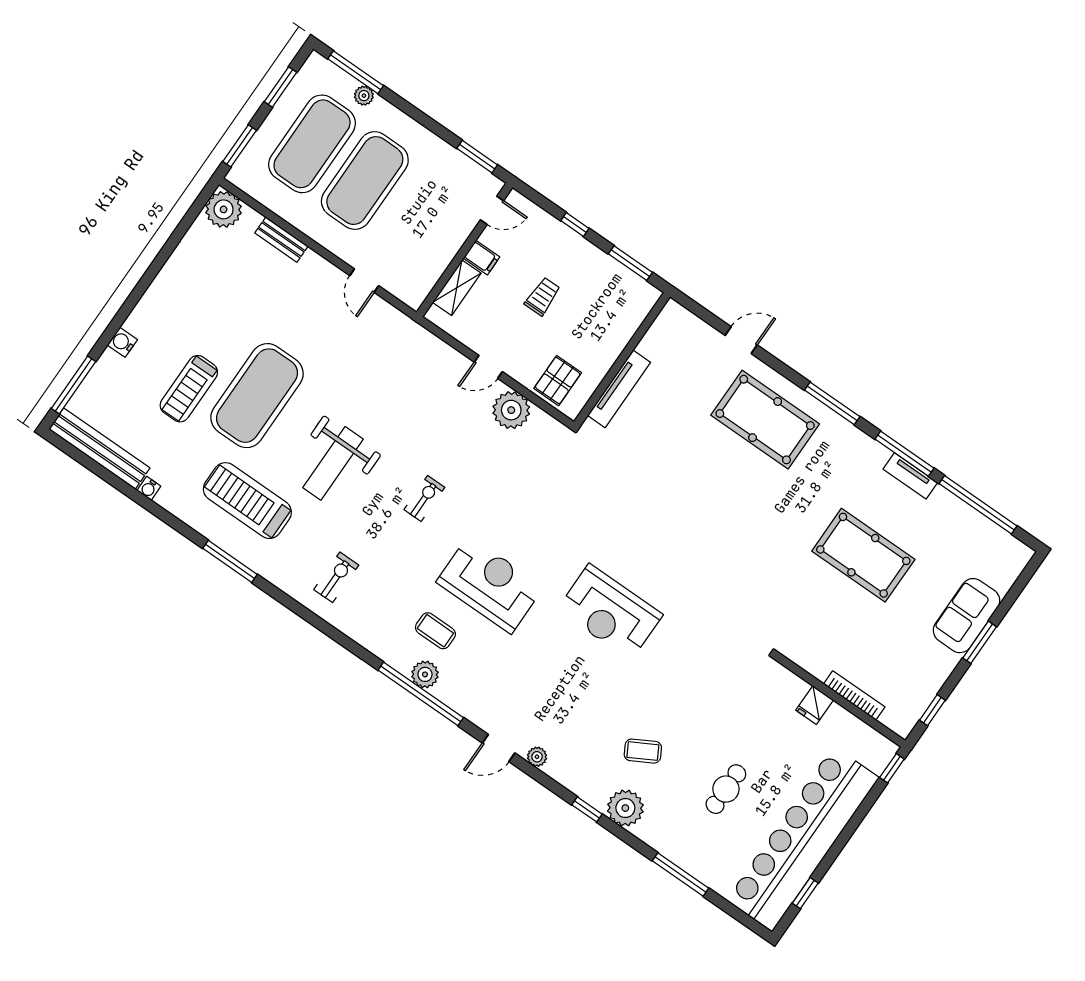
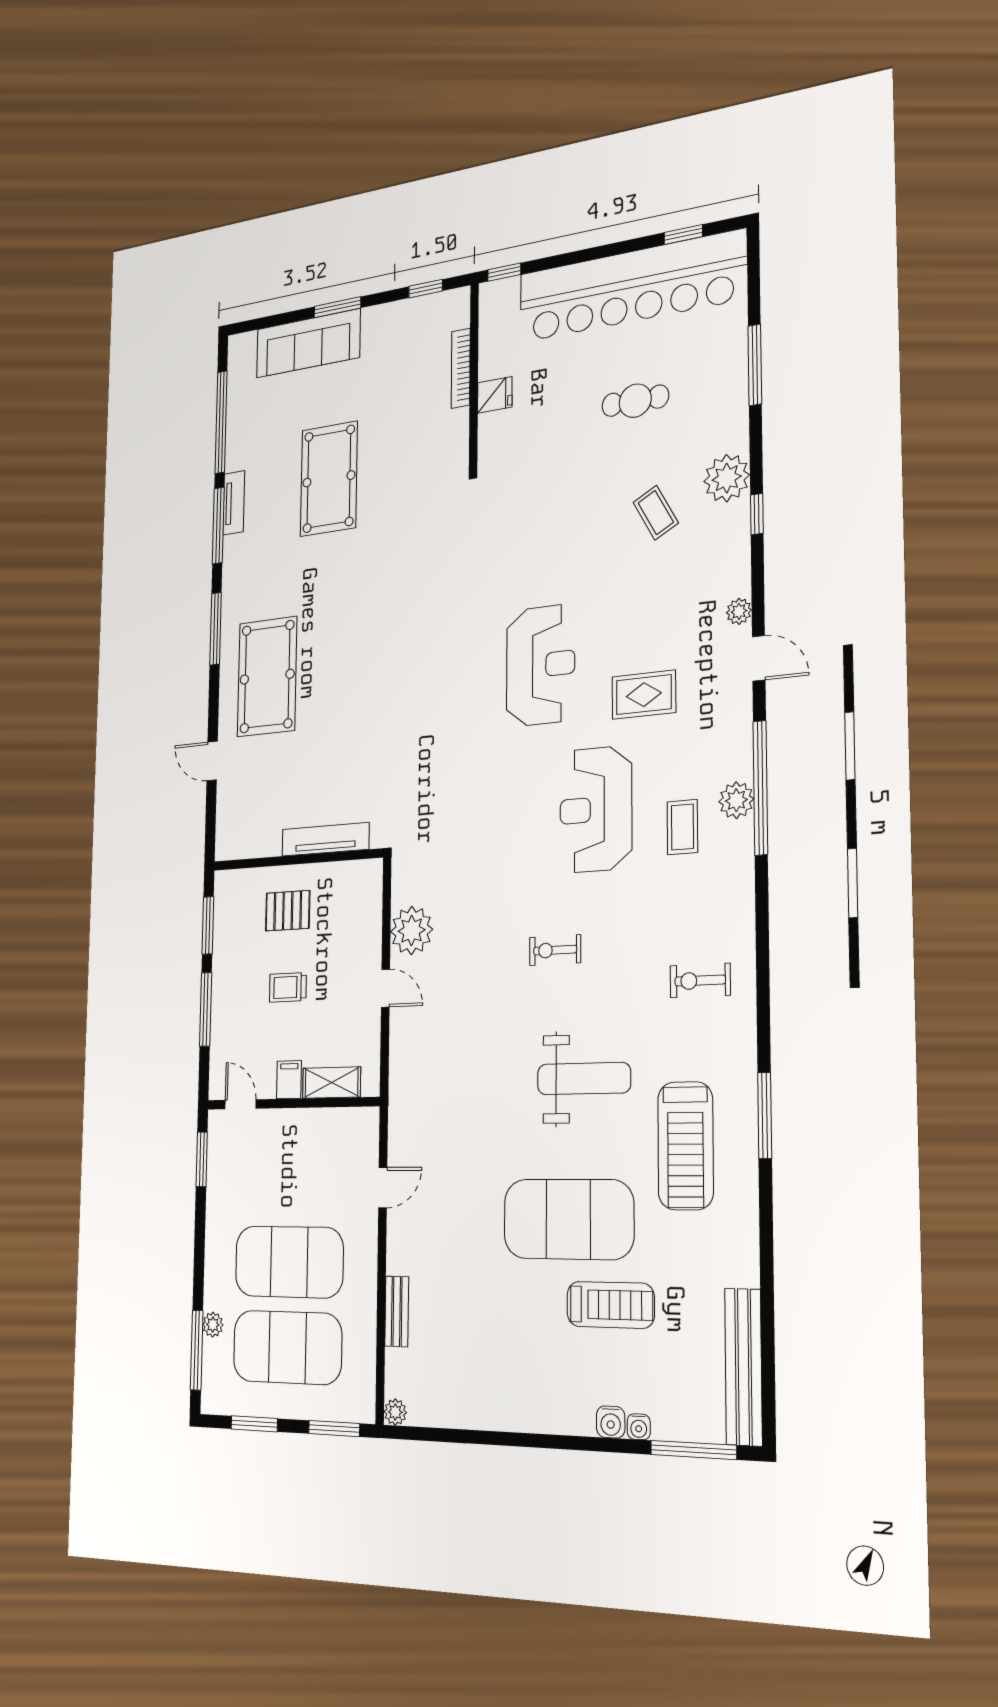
plant: (224, 209) -> (395, 1412), width x0.53, depth x0.53
window: (575, 225) -> (206, 1009), width x2.17
pallet: (558, 381) -> (288, 911), moved
water cooler: (149, 488) -> (639, 1427), moved, turned 90
sofa: (967, 616) -> (308, 343), width x1.36
rug: (536, 664) -> (644, 695), added

